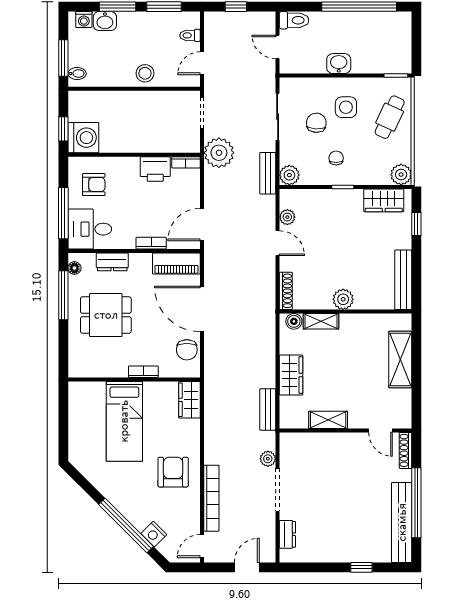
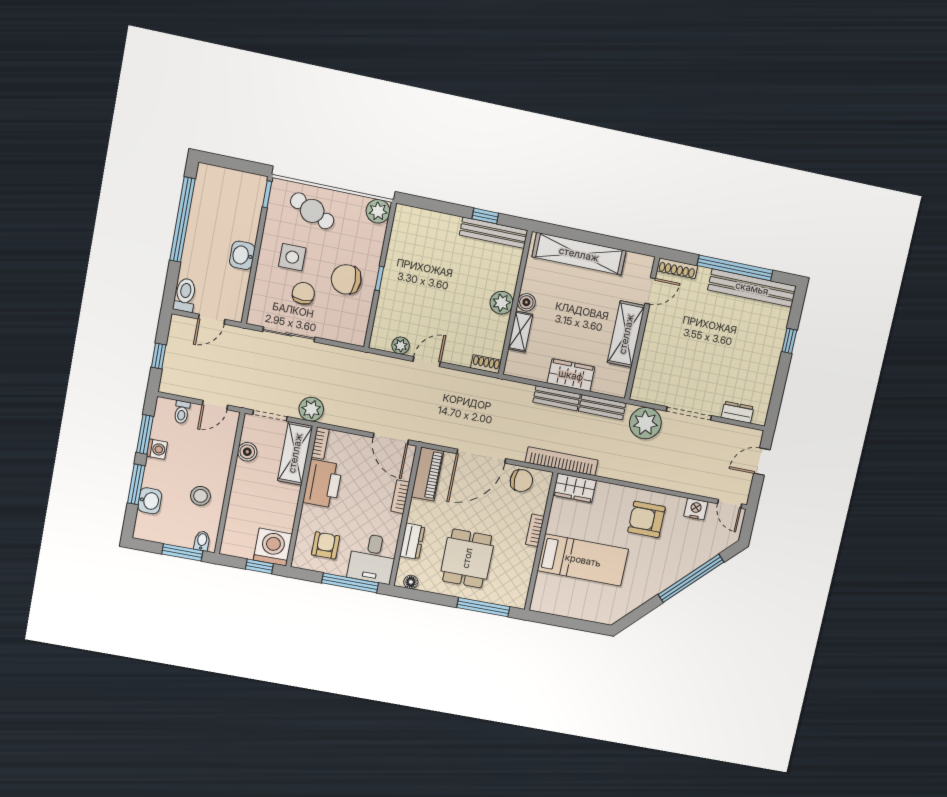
washing machine: (84, 19) -> (157, 449), moved
door: (202, 63) -> (215, 405), hinge flipped
stool: (145, 73) -> (200, 496), moved
boiler: (166, 99) -> (247, 452), added
chair: (316, 123) -> (303, 293), turned 87
shelving: (172, 142) -> (295, 453), added
plant: (219, 153) -> (311, 409), width x0.73, depth x0.73
chair: (336, 158) -> (346, 279), width x1.87, depth x1.87
printer: (155, 169) -> (323, 484), width x1.37, depth x1.19
bench: (268, 173) -> (557, 398), moved
plant: (289, 175) -> (355, 334), removed
wardrobe: (384, 200) -> (403, 236), removed
window: (416, 224) -> (485, 216), moved
shoe rack: (286, 291) -> (486, 364), width x0.70
window: (63, 295) -> (483, 607), moved
boiler: (294, 321) -> (526, 302), moved
shelving: (400, 360) -> (579, 254), width x1.47
shelving: (328, 420) -> (626, 334), width x1.50, depth x1.33
plant: (268, 459) -> (645, 423), width x1.88, depth x1.88
bookcase: (211, 498) -> (562, 461), moved
nightstand: (154, 534) -> (696, 509), moved, turned -135
door: (247, 567) -> (762, 462), hinge flipped

